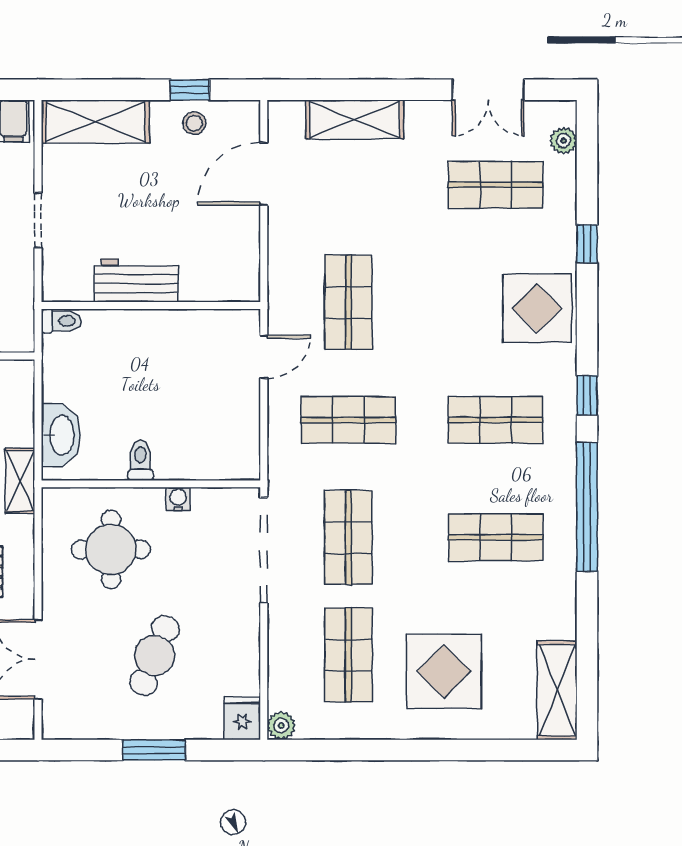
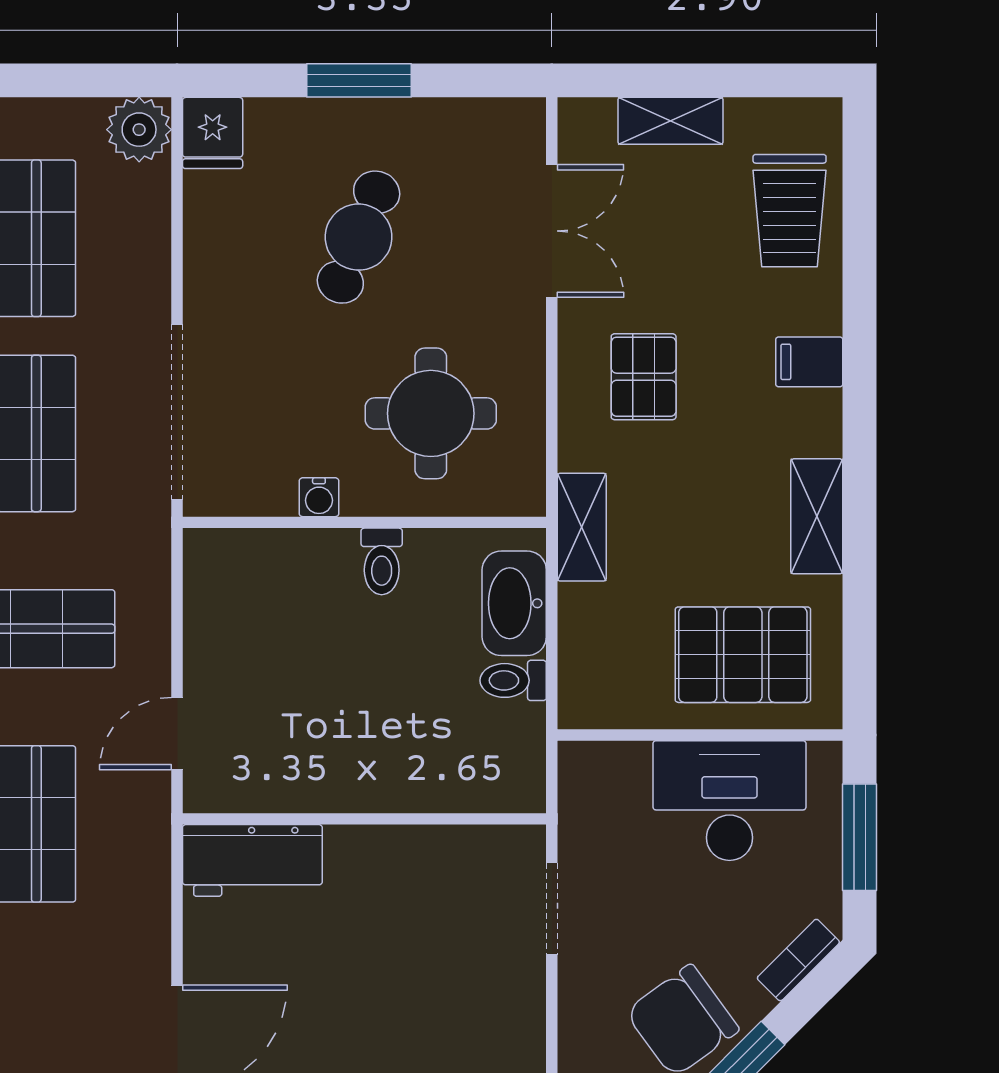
doorway: (38, 220) -> (552, 909), moved
workbench: (136, 280) -> (252, 860), moved
toilet: (61, 321) -> (513, 680), moved
plant: (281, 726) -> (139, 130), width x1.38, depth x1.38

